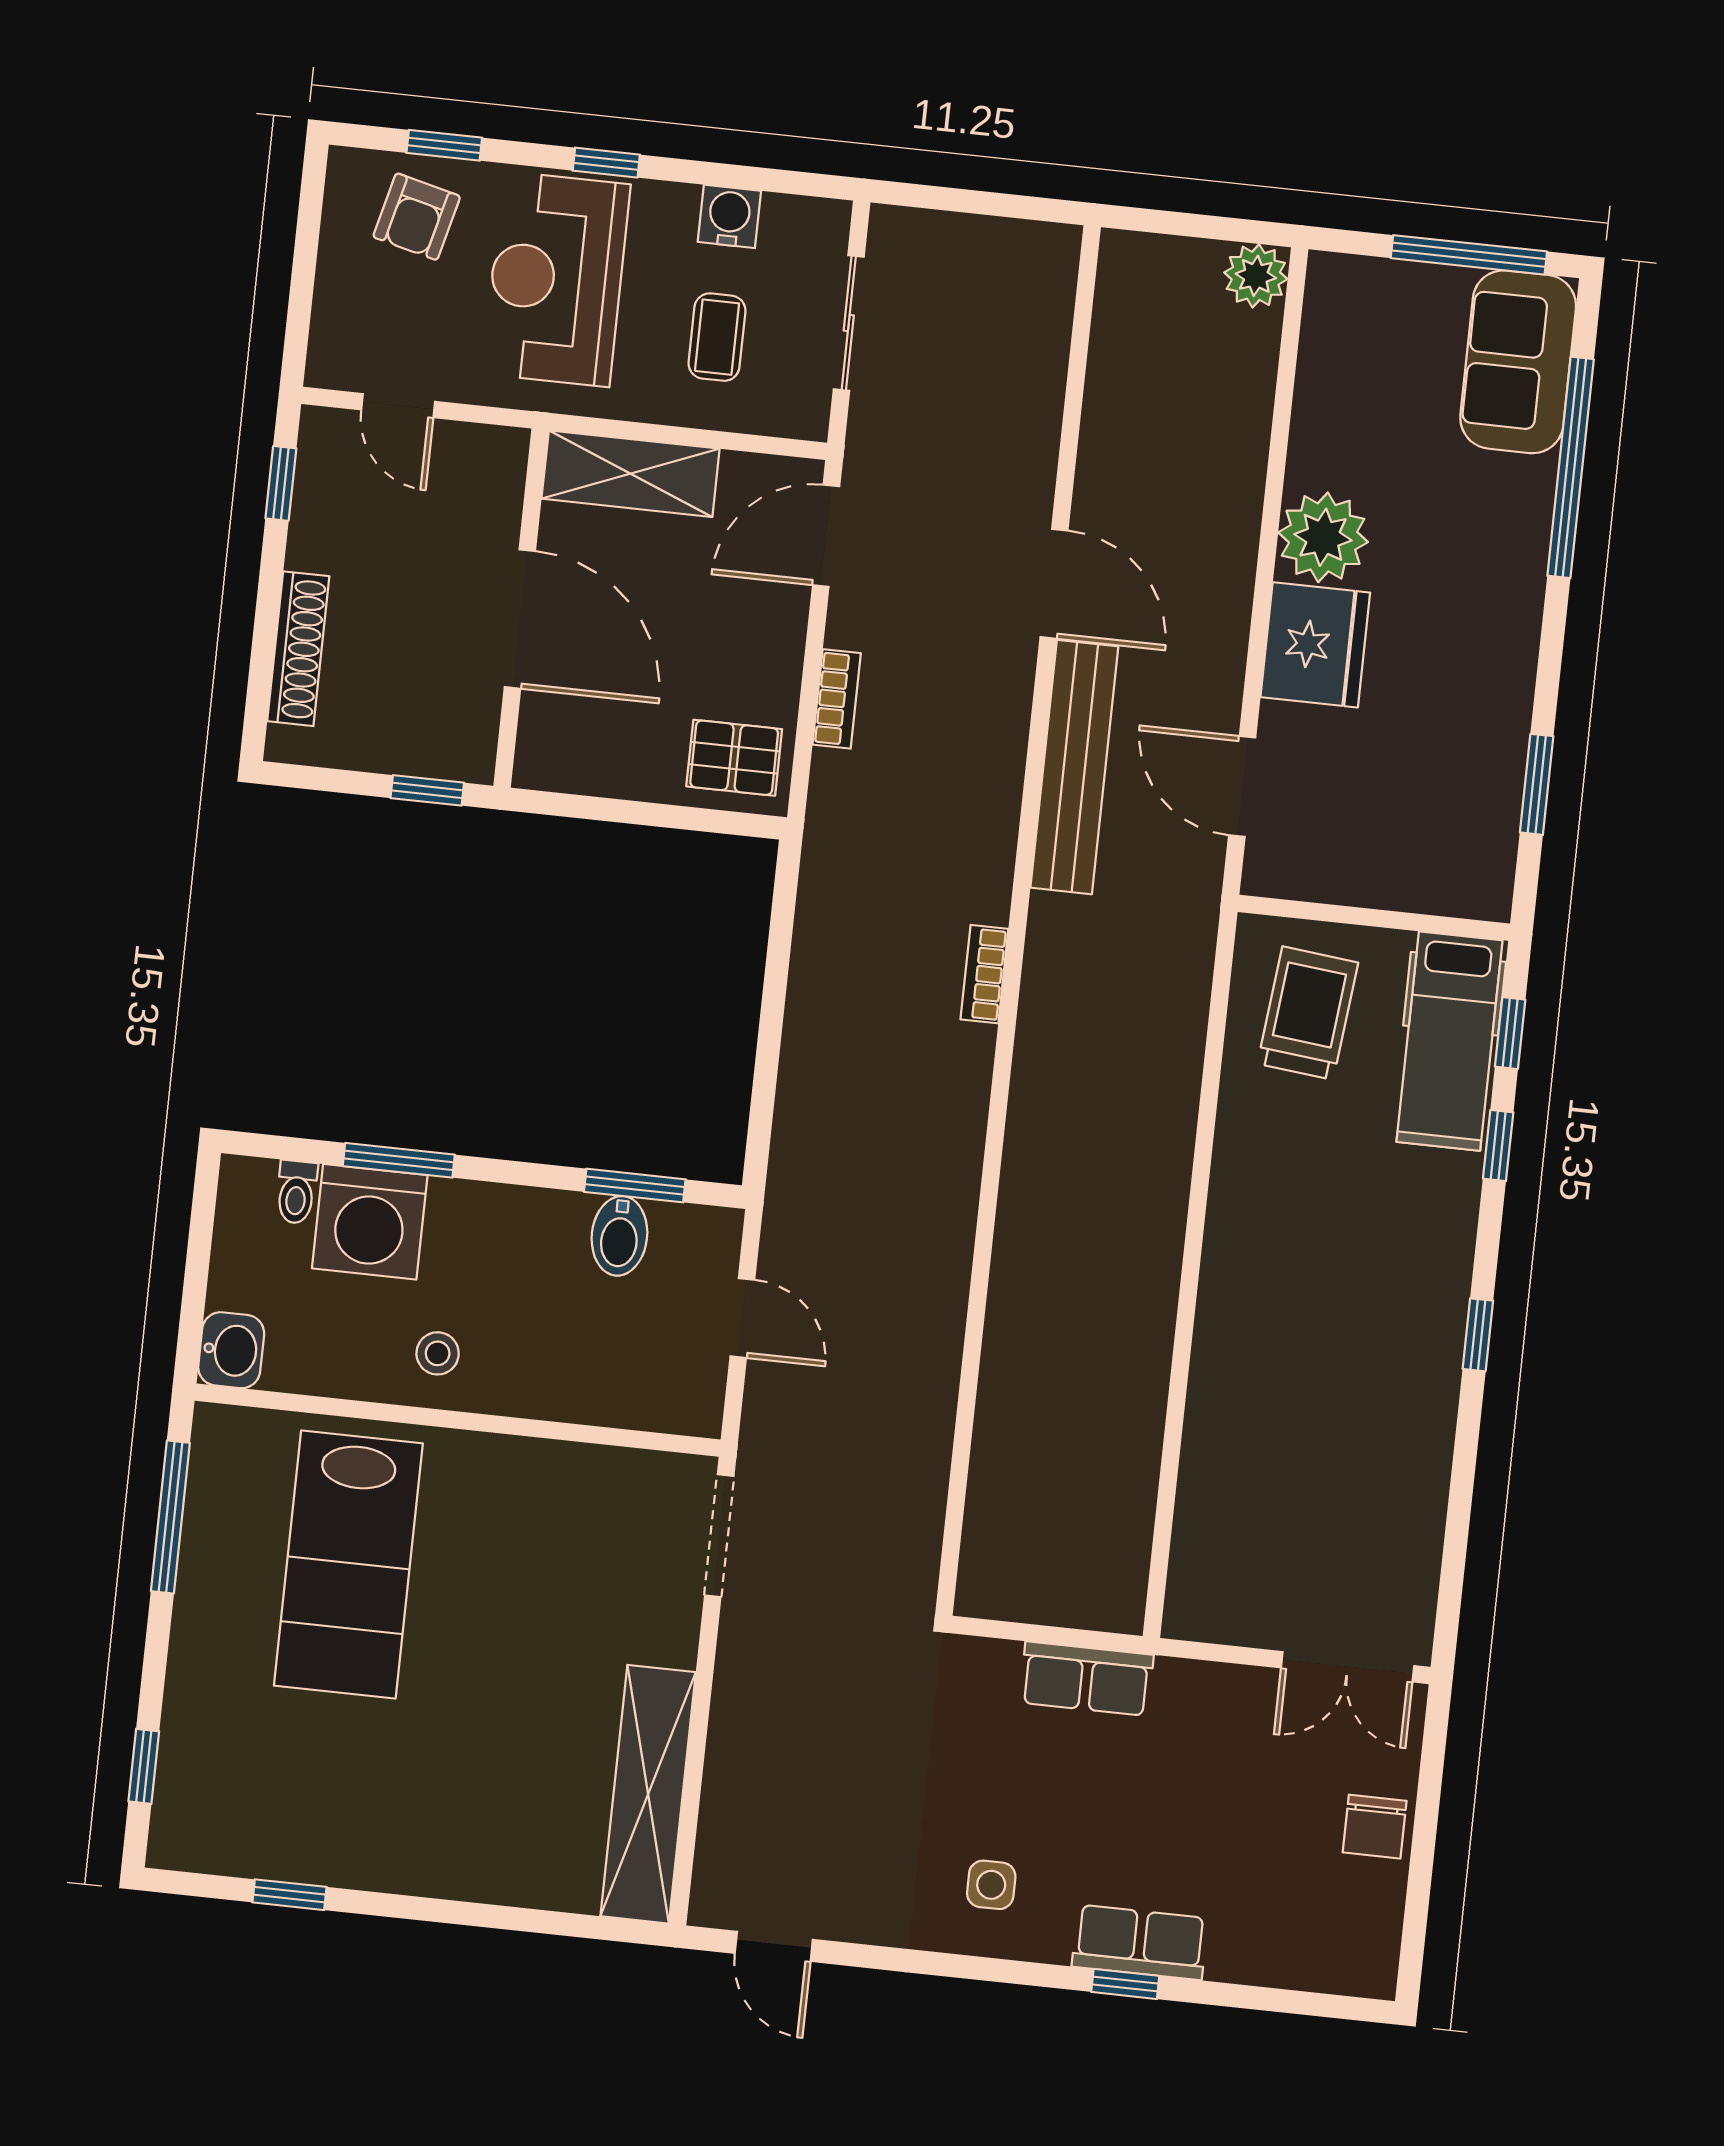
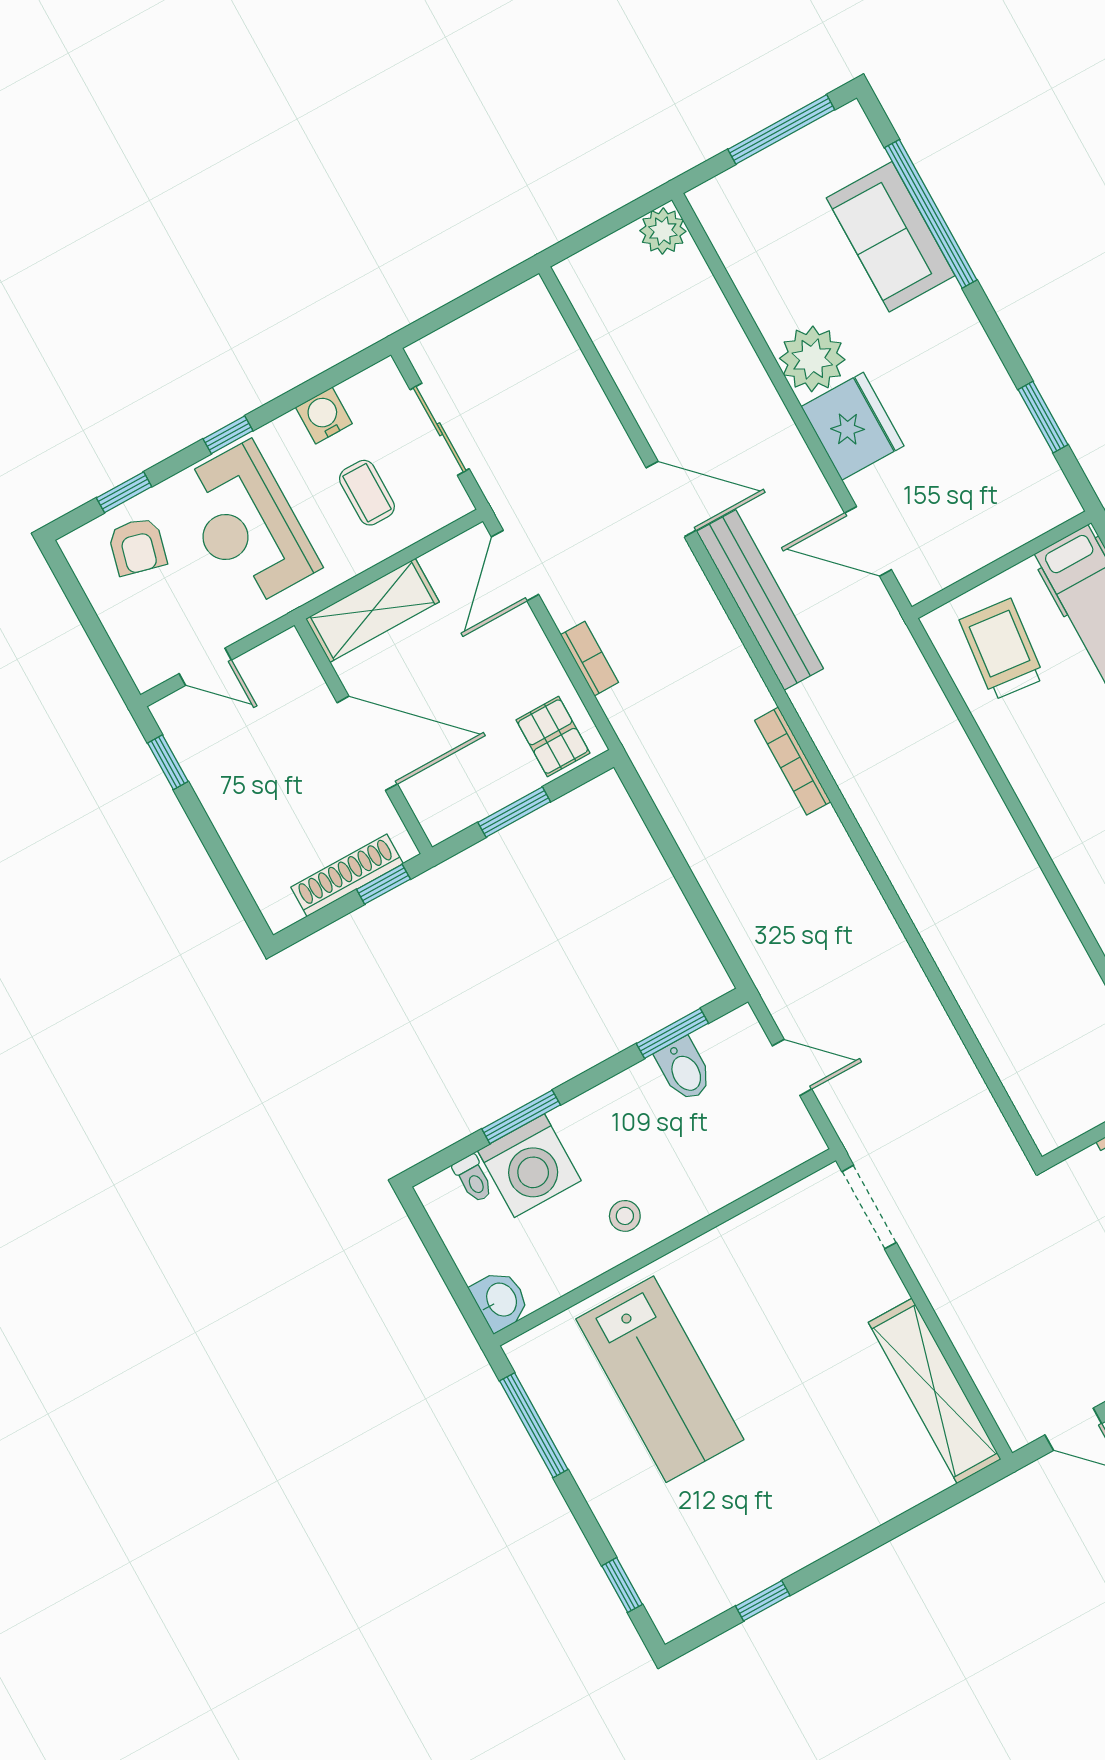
sofa: (1518, 362) -> (891, 237), moved
shoe rack: (298, 649) -> (347, 875), moved, turned -90
pallet: (734, 758) -> (553, 737), turned 90
window: (631, 812) -> (514, 812), added
bookcase: (984, 974) -> (793, 761), width x1.56

